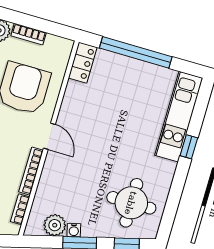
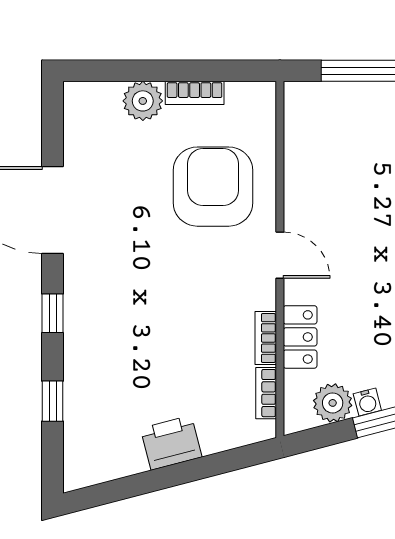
locker: (83, 63) -> (300, 337), moved
bookcase: (31, 171) -> (266, 338), width x0.64

